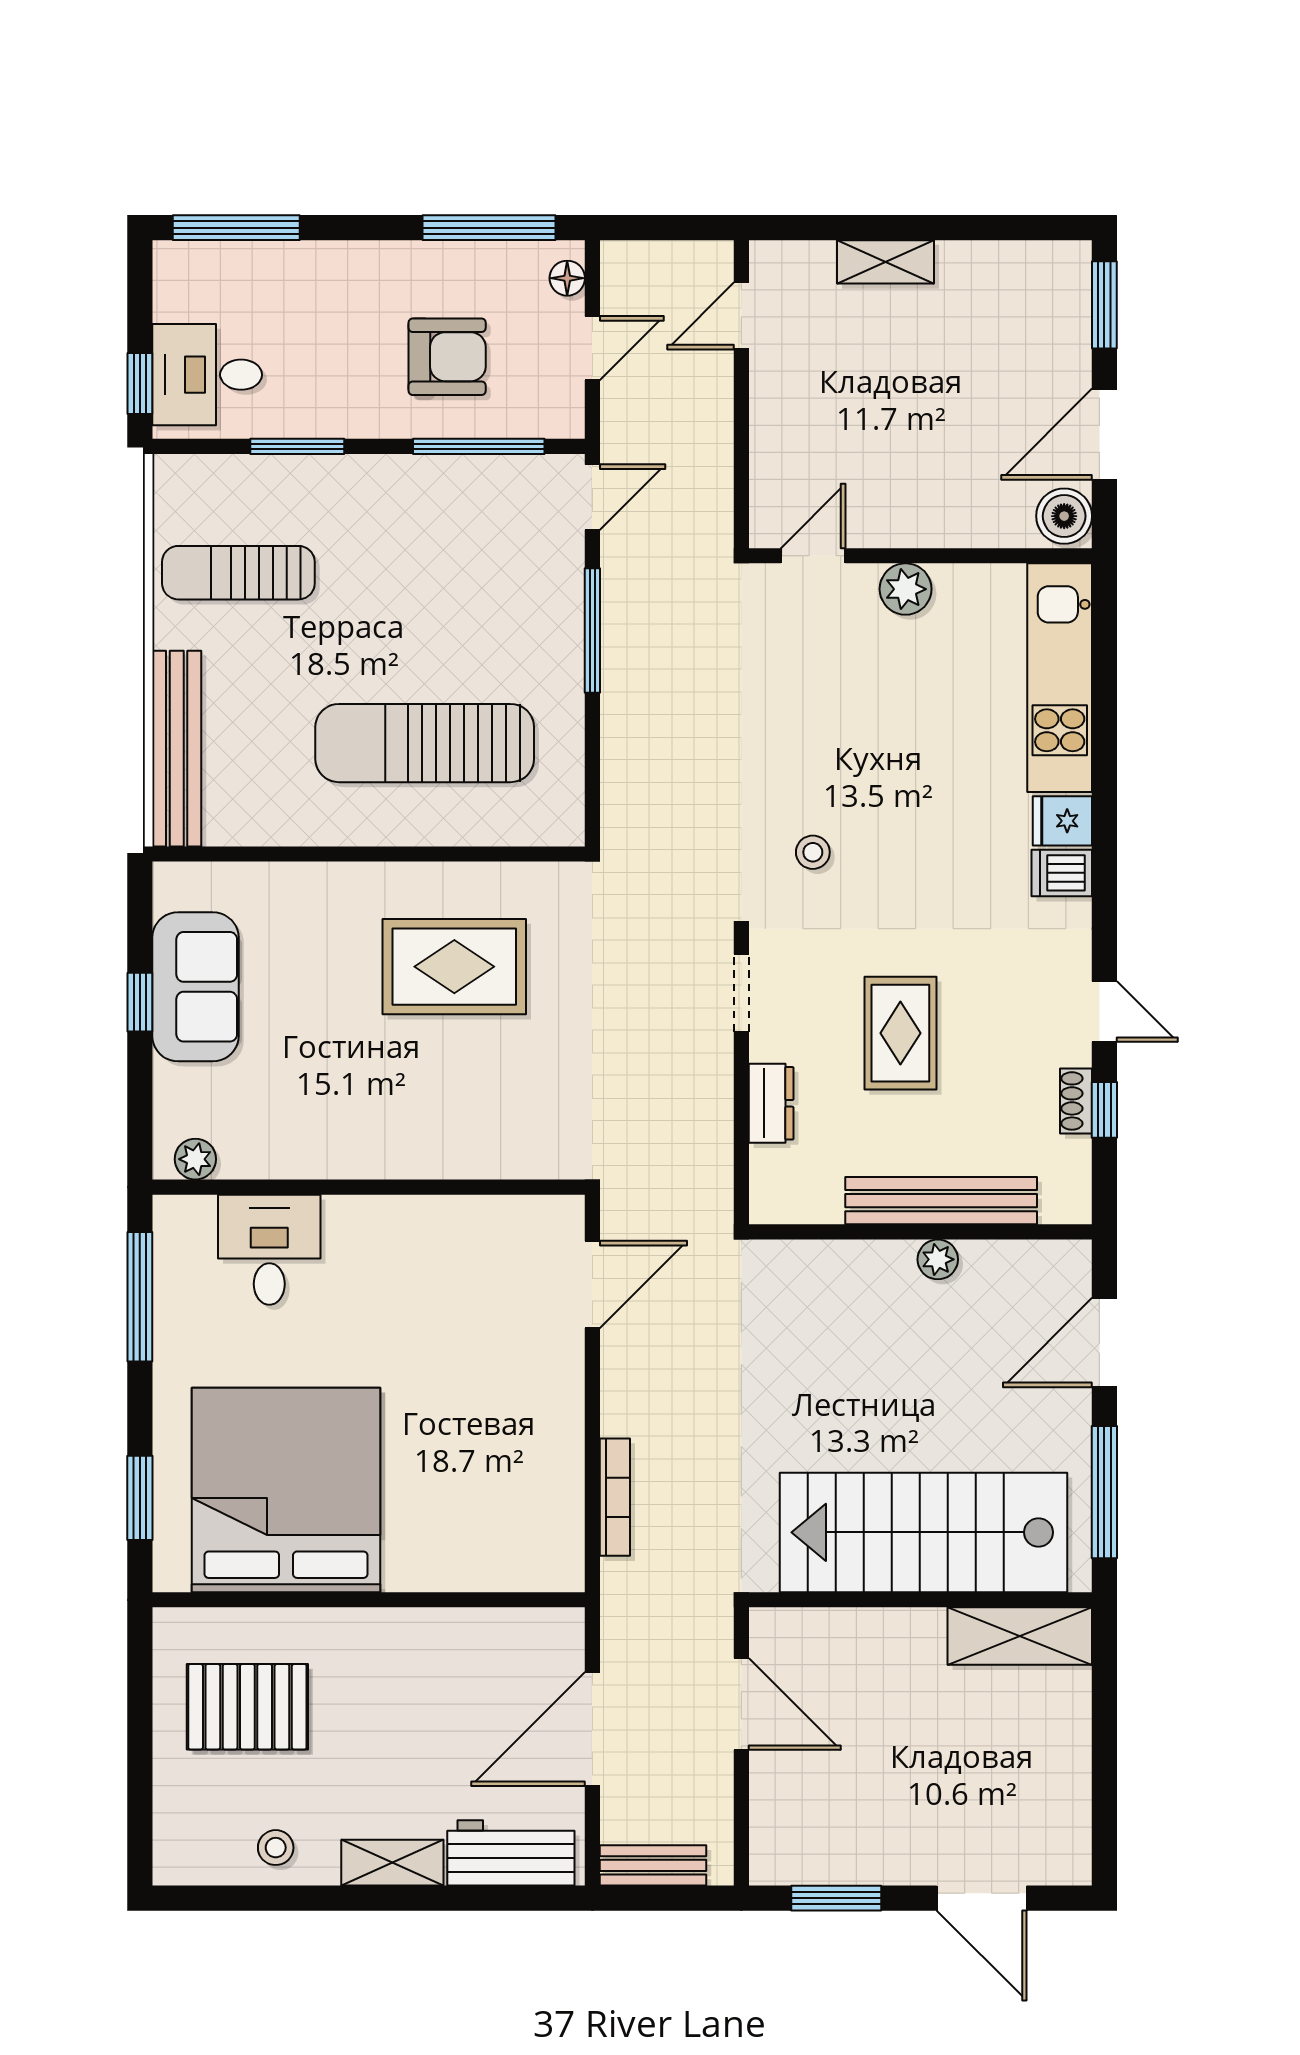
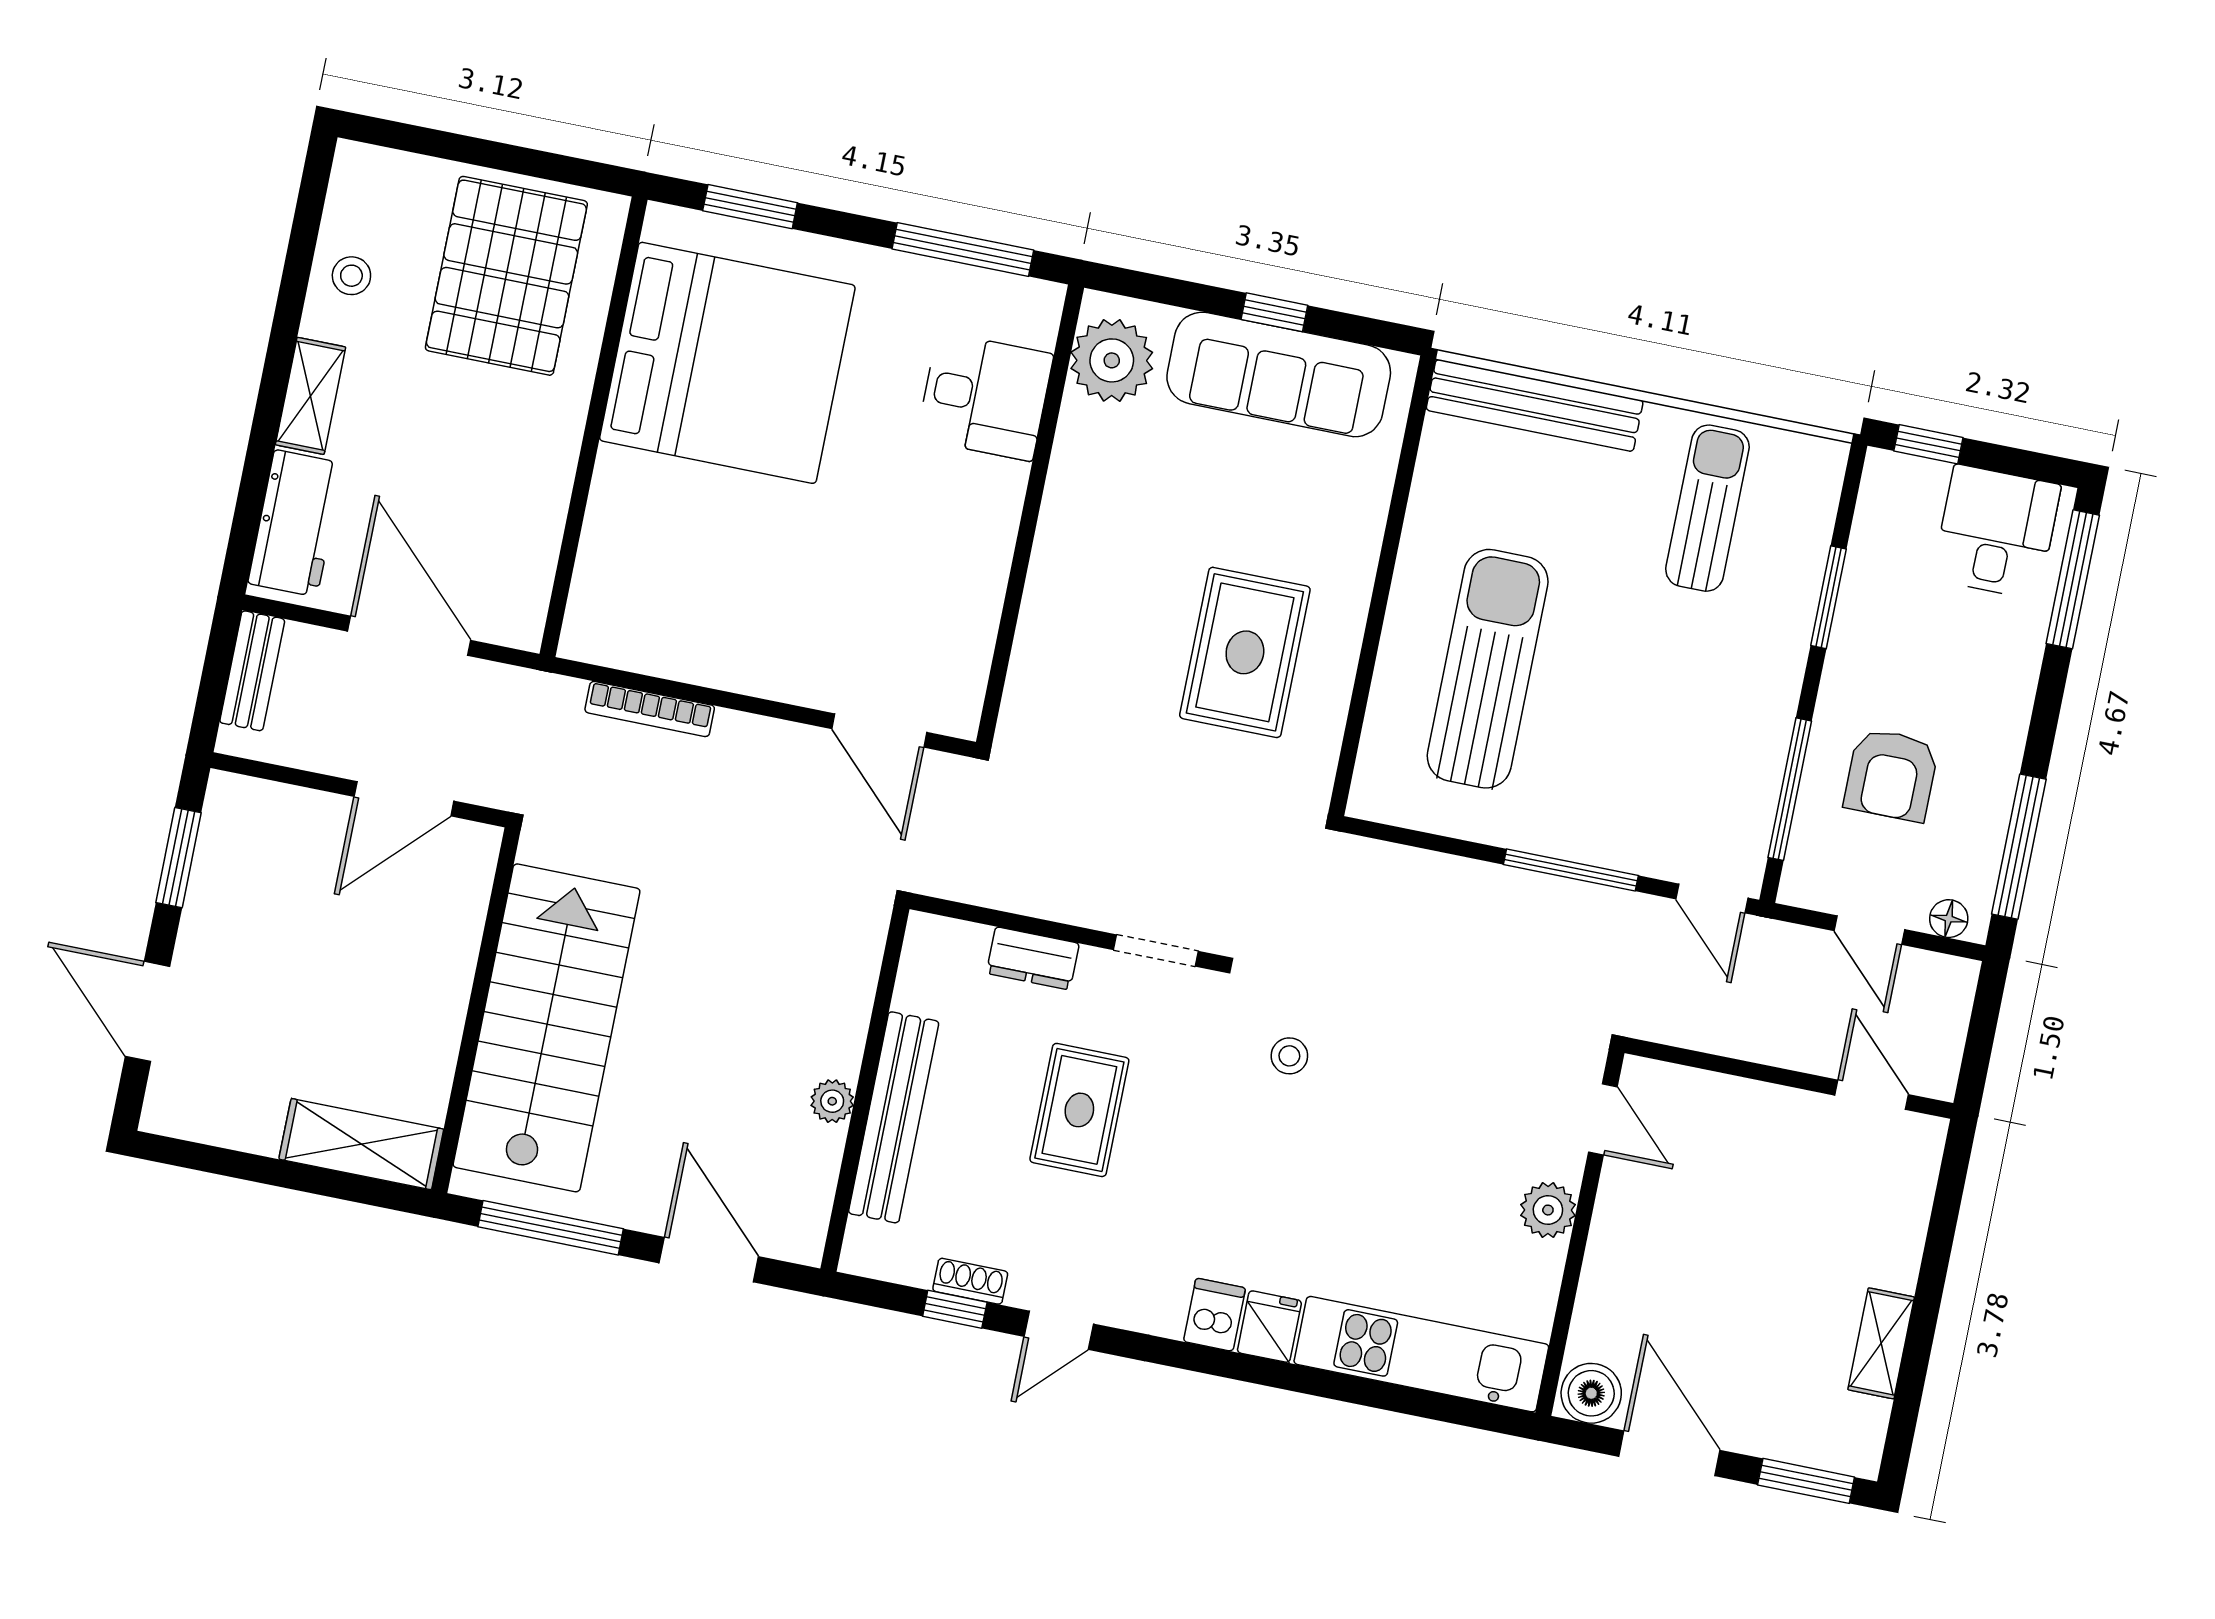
shelving: (885, 262) -> (1881, 1343), moved
desk: (207, 375) -> (1996, 532), moved
sofa: (195, 987) -> (1279, 374), width x1.36
rug: (900, 1033) -> (1079, 1110), turned 90
plant: (195, 1159) -> (1112, 360), width x1.88, depth x1.88
shelving: (1020, 1636) -> (361, 1144), moved, turned 90
pallet: (247, 1707) -> (506, 276), width x1.37, depth x1.41
door: (982, 1898) -> (147, 1011), hinge flipped

